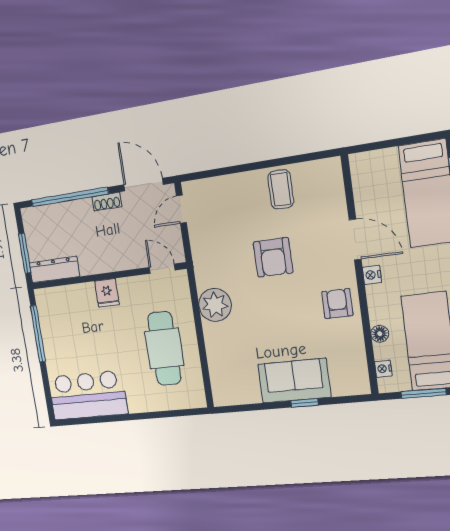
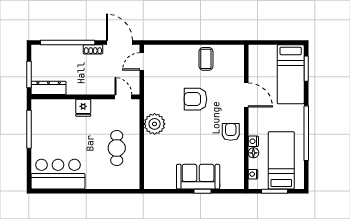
armchair: (273, 257) -> (196, 99), turned 90
nightstand: (372, 275) -> (253, 141), moved
cafe table: (164, 348) -> (117, 148), width x0.73, depth x0.74

